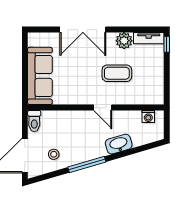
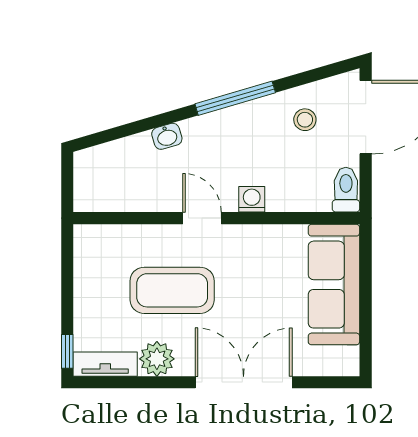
coffee table: (117, 73) -> (172, 290), width x1.36, depth x1.32
washing machine: (148, 116) -> (252, 199), moved
washbasin: (119, 144) -> (167, 136), width x0.52, depth x0.69

